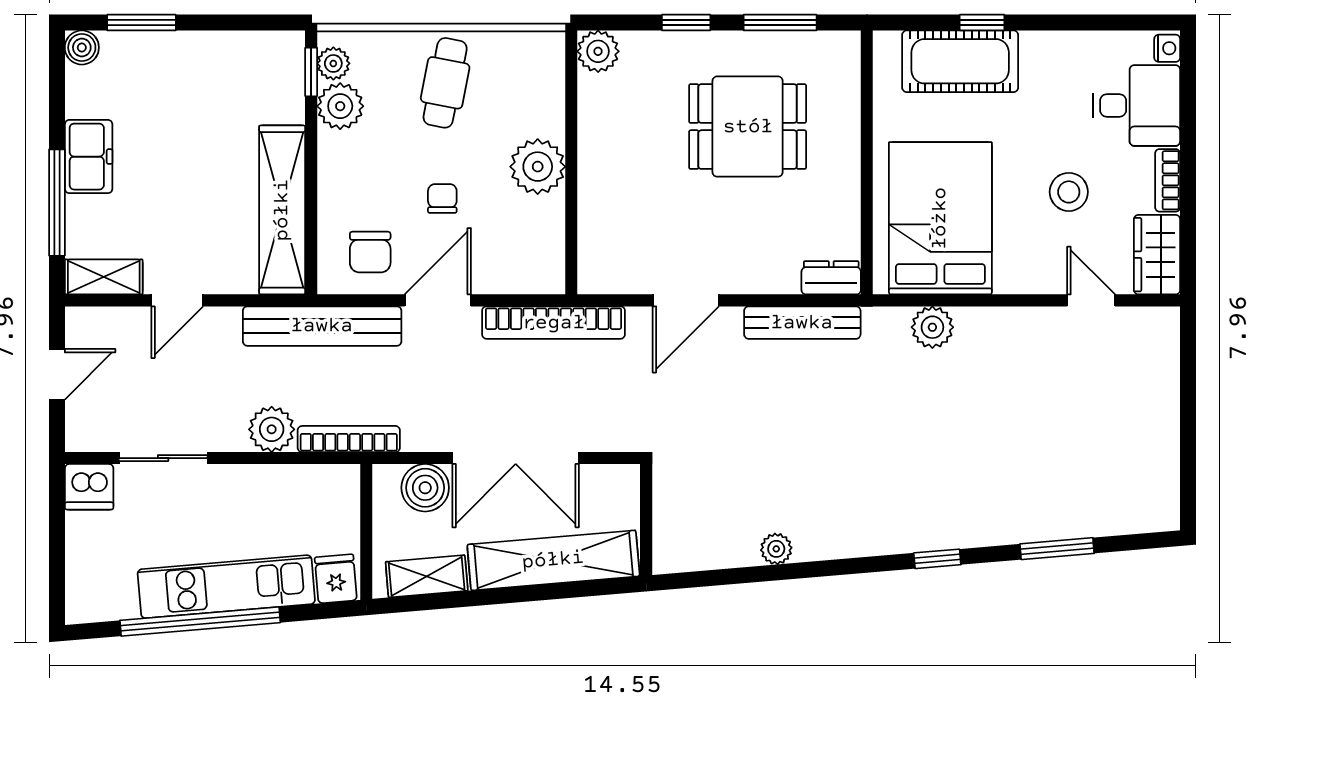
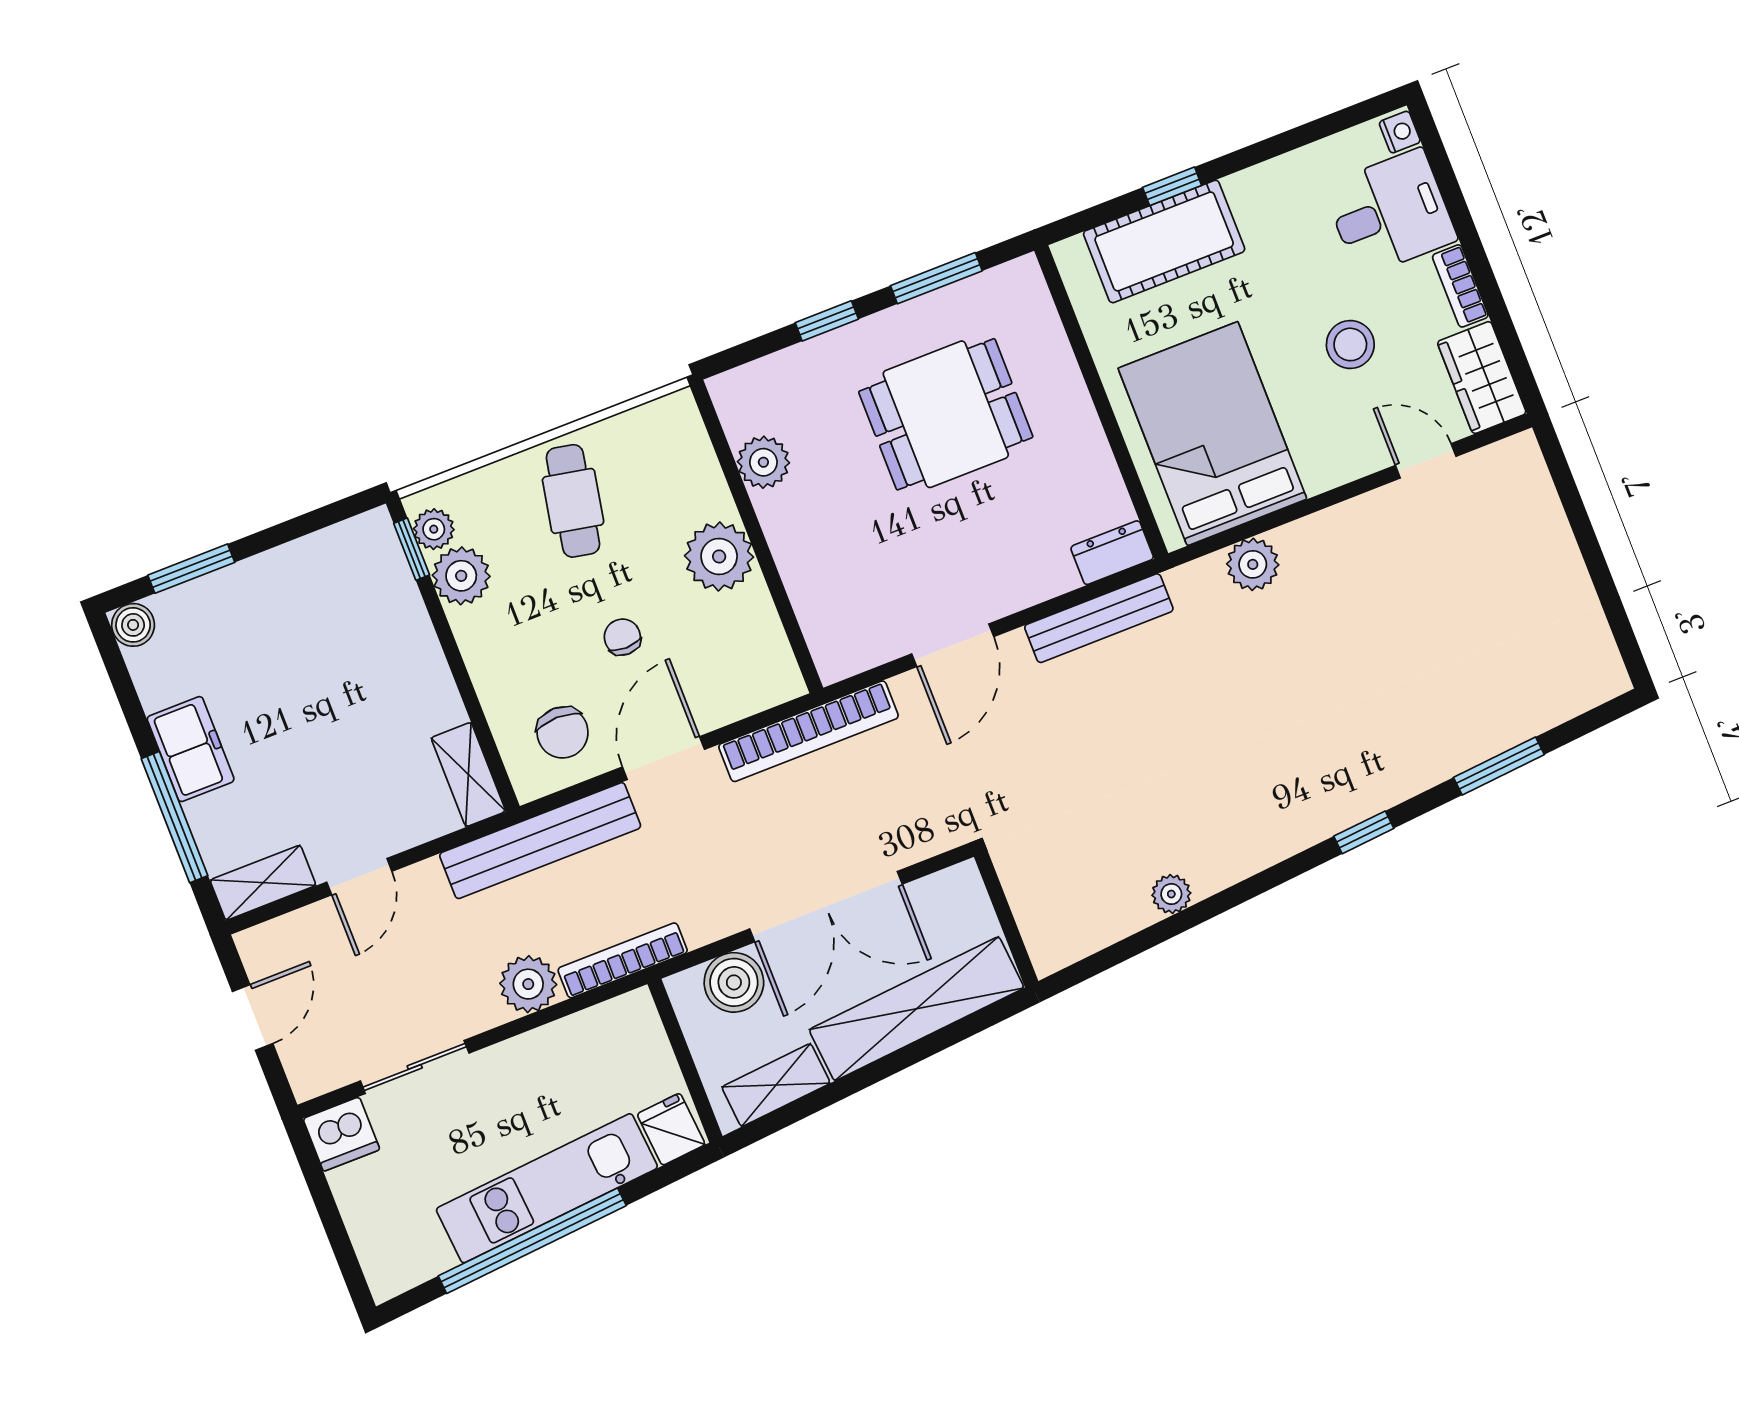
plant: (598, 51) -> (763, 462), moved
shelving: (282, 210) -> (468, 775), width x0.45, depth x0.75

